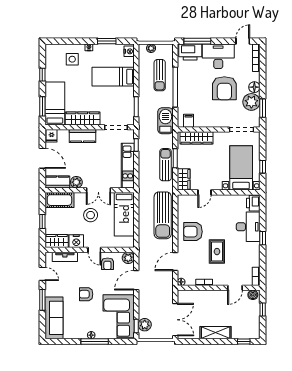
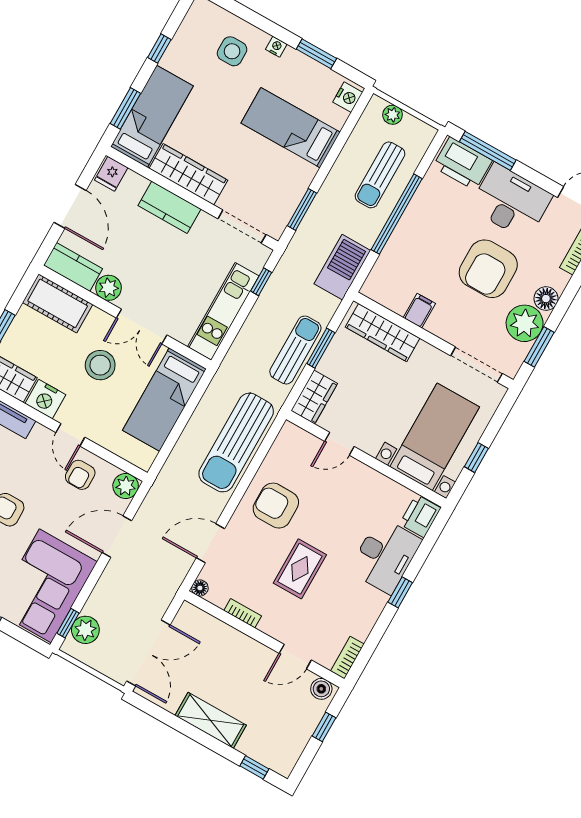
filing cabinet: (189, 121) -> (419, 311), moved

